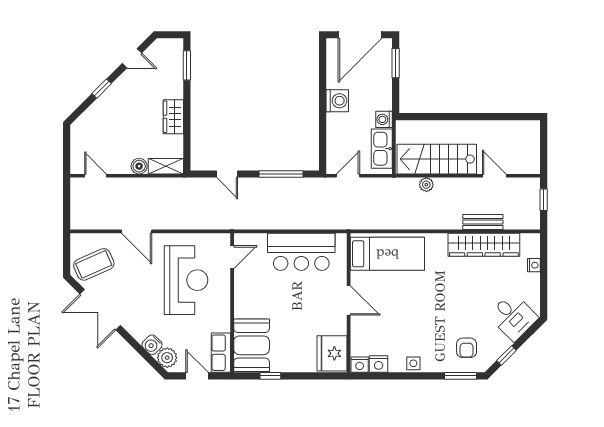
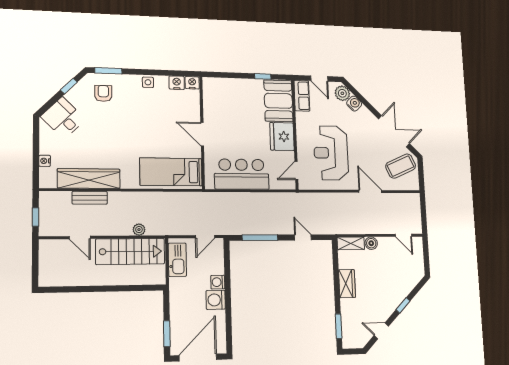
washing machine: (384, 119) -> (218, 282), moved, turned 180
fridge: (332, 353) -> (282, 136), moved, turned 180

